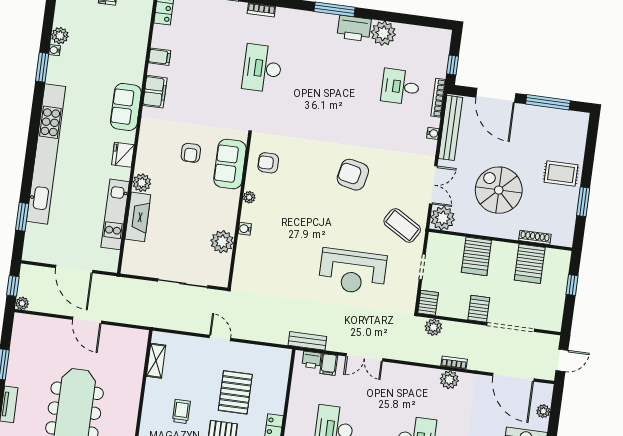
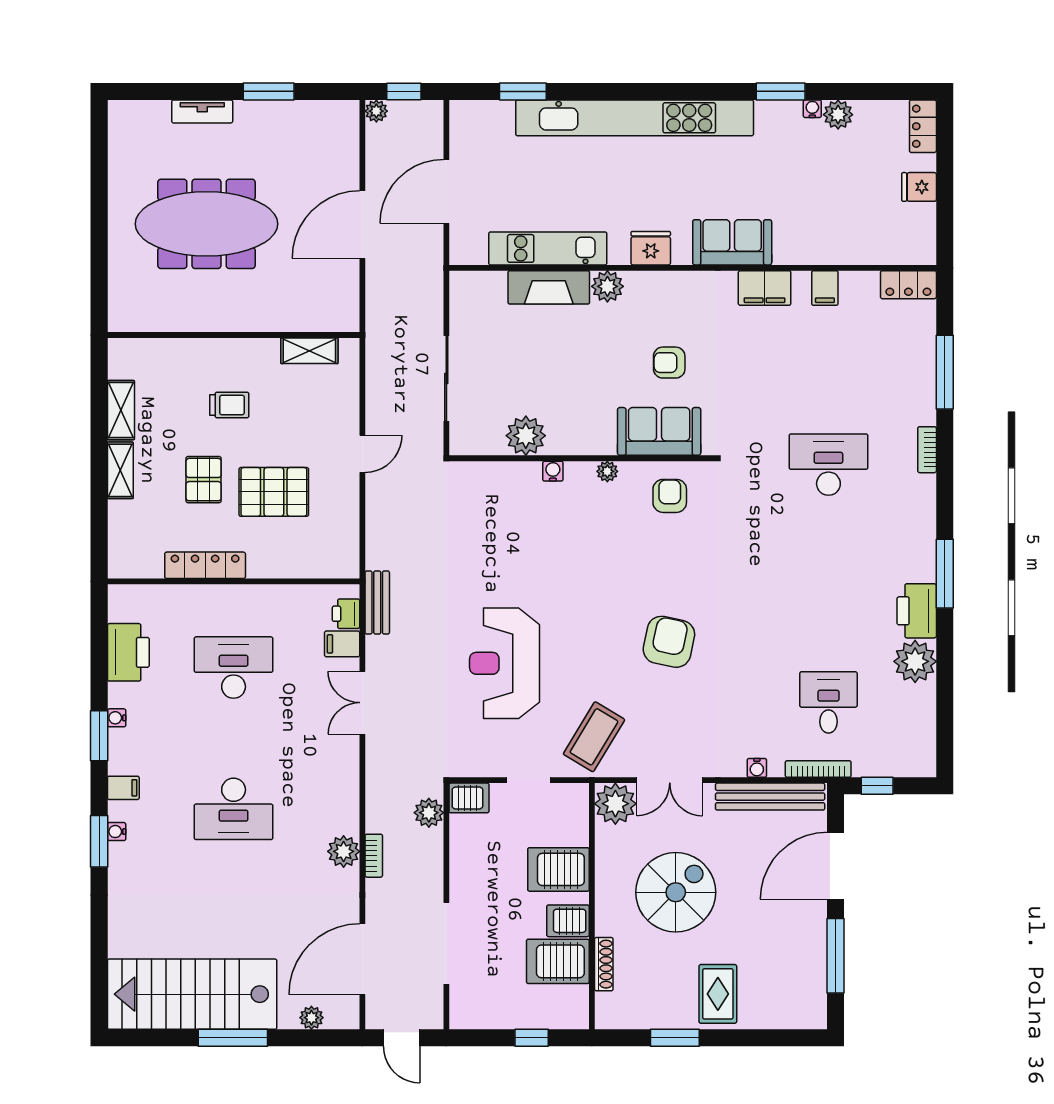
server rack: (479, 309) -> (568, 921), moved, turned 180
door: (87, 320) -> (362, 225), width x1.36

